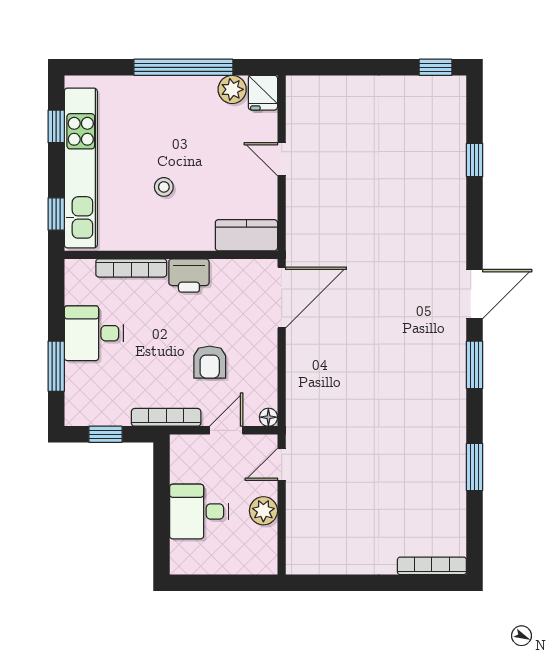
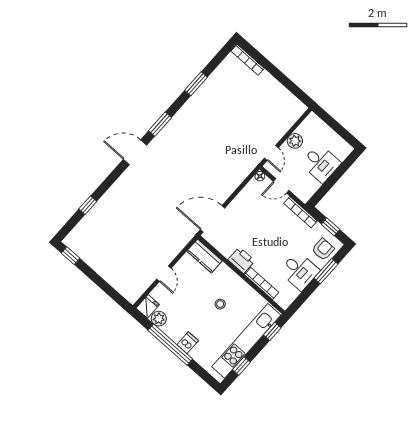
dishwasher: (161, 92) -> (188, 343), added
armchair: (210, 362) -> (323, 249), moved
door: (282, 464) -> (271, 153), hinge flipped

